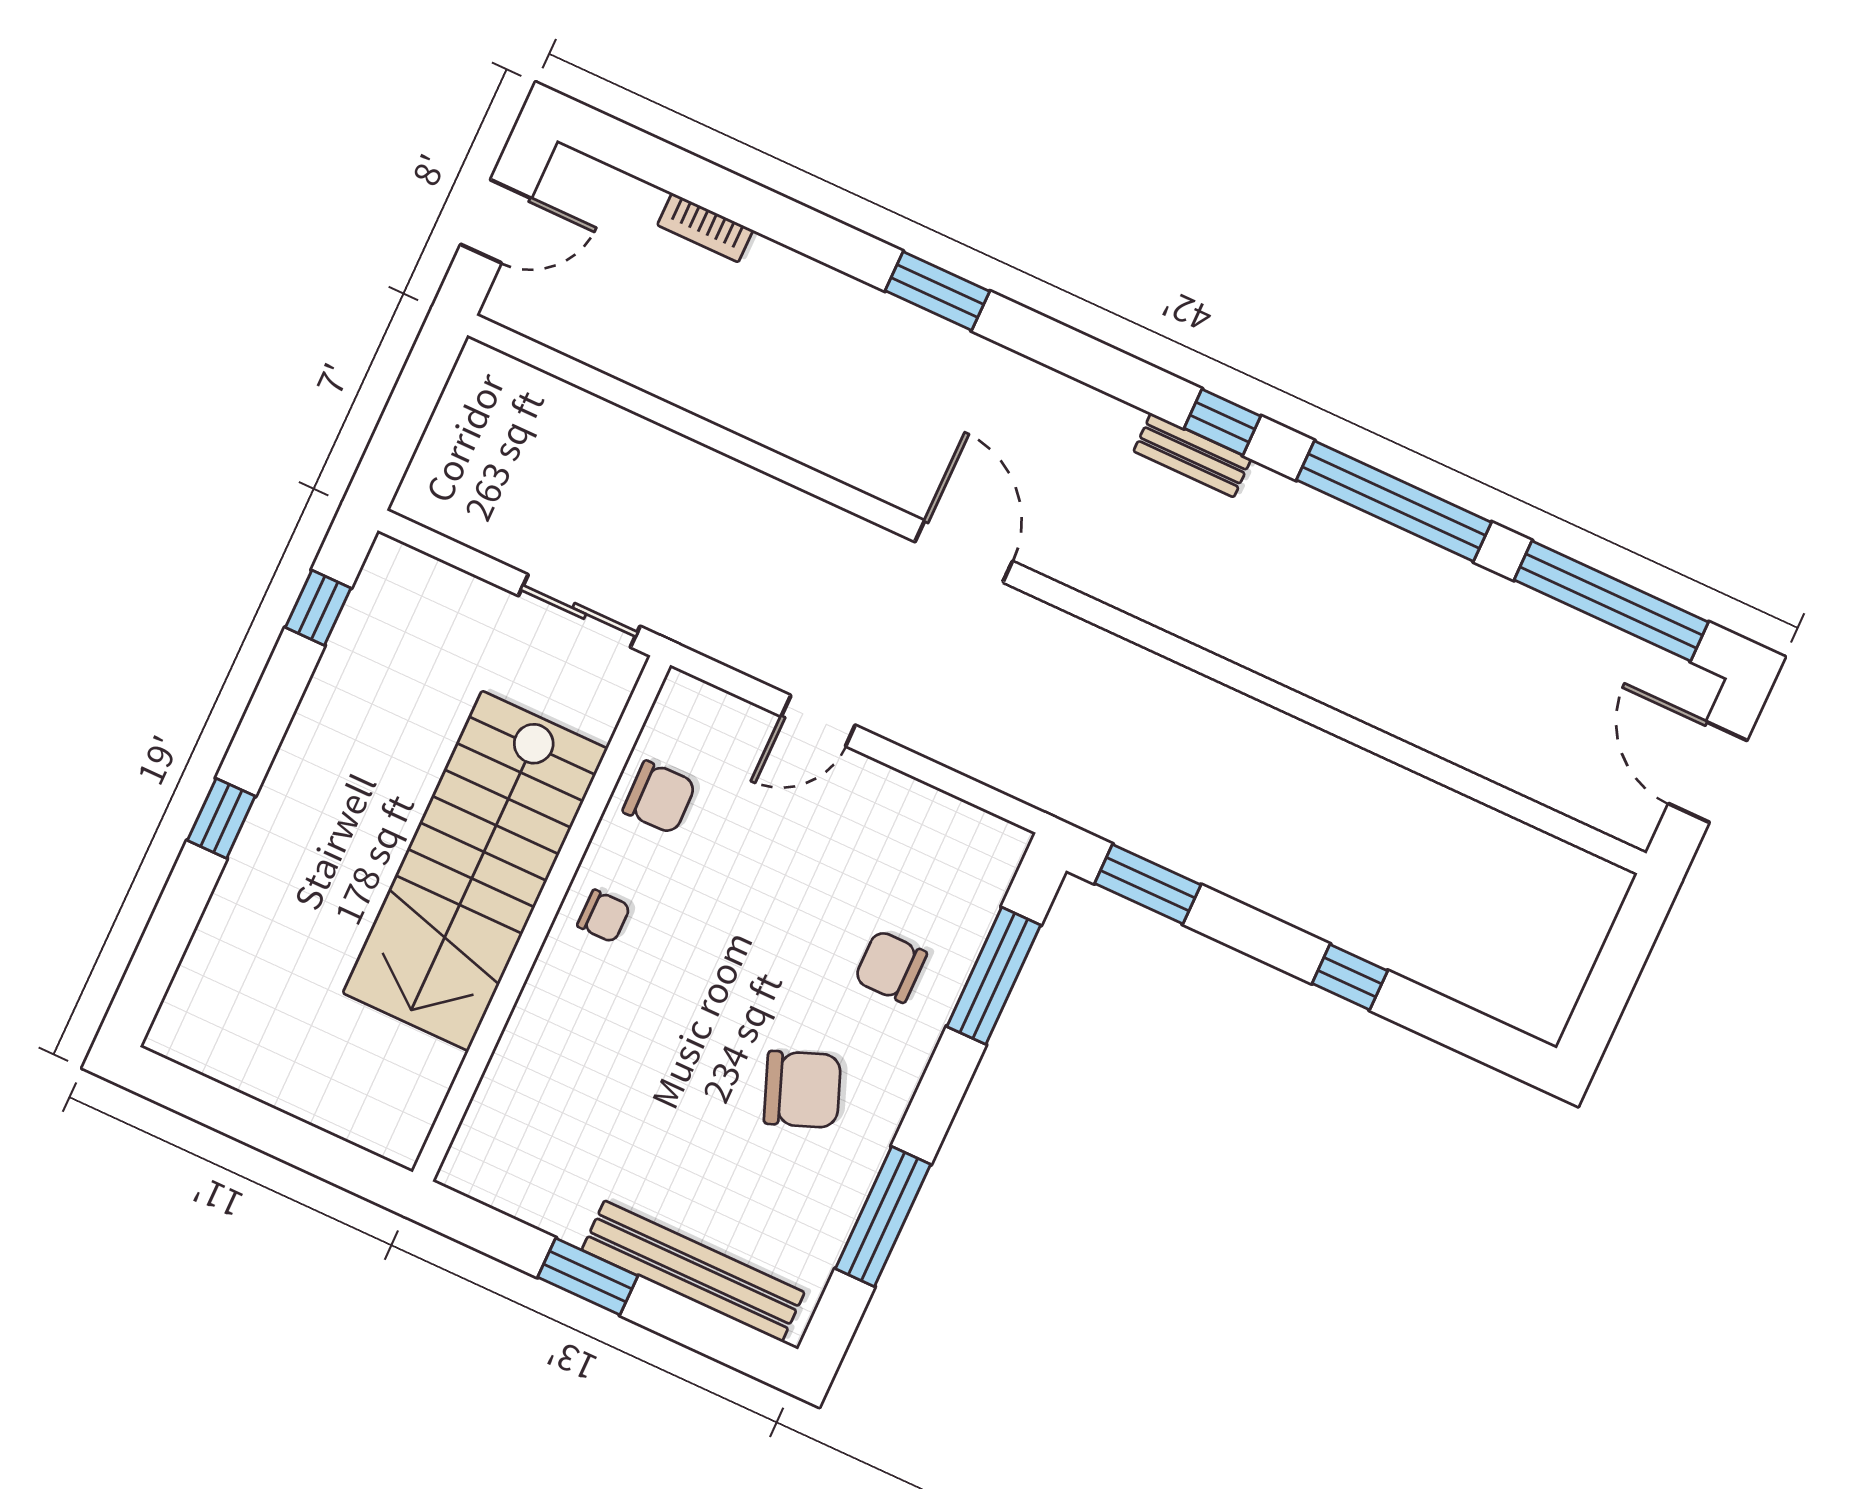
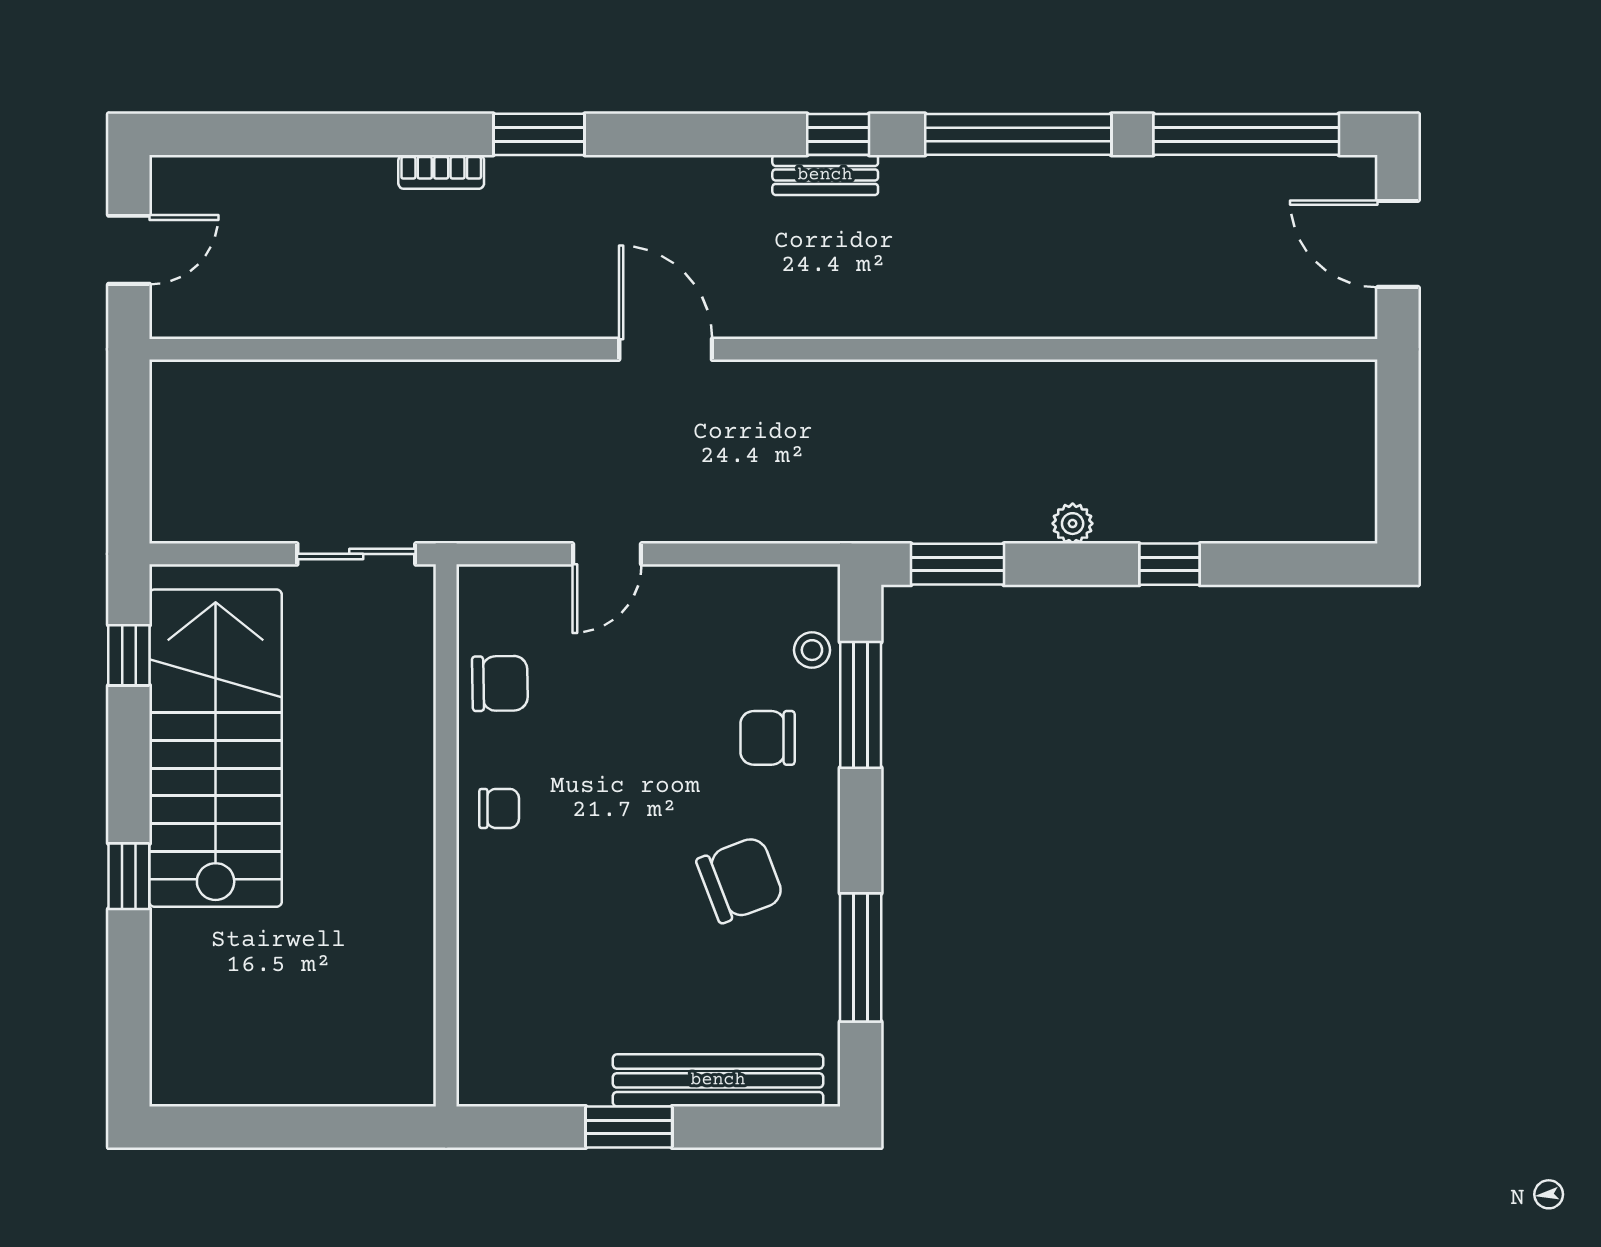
bookcase: (705, 228) -> (441, 172), moved
stairs: (475, 871) -> (216, 748), moved, turned 180
plant: (1275, 896) -> (1073, 524), added
stool: (971, 902) -> (812, 650), added

